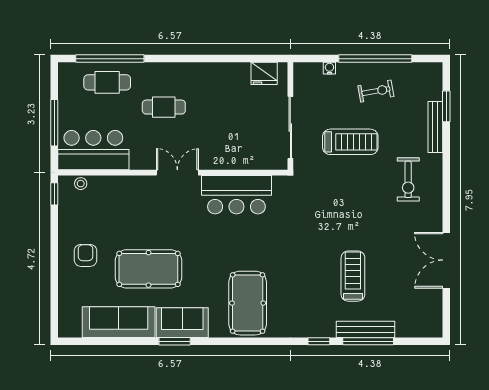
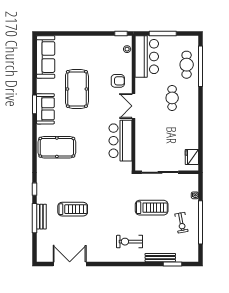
treadmill: (350, 142) -> (152, 208), turned -90
double door: (177, 173) -> (134, 106), swing flipped
armchair: (85, 255) -> (118, 81), moved
double door: (446, 260) -> (70, 264), moved
sofa: (119, 322) -> (46, 57), moved
bench: (366, 329) -> (41, 217), width x0.73

